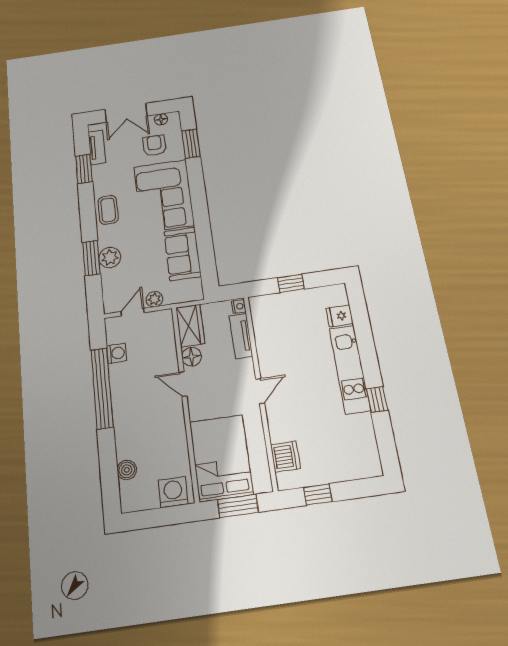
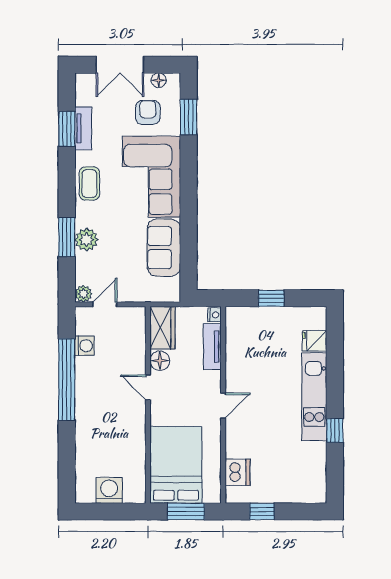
tv unit: (97, 147) -> (83, 128), moved
plant: (154, 299) -> (83, 294), moved
boiler: (127, 470) -> (84, 463), removed
washing machine: (173, 492) -> (109, 490), moved

